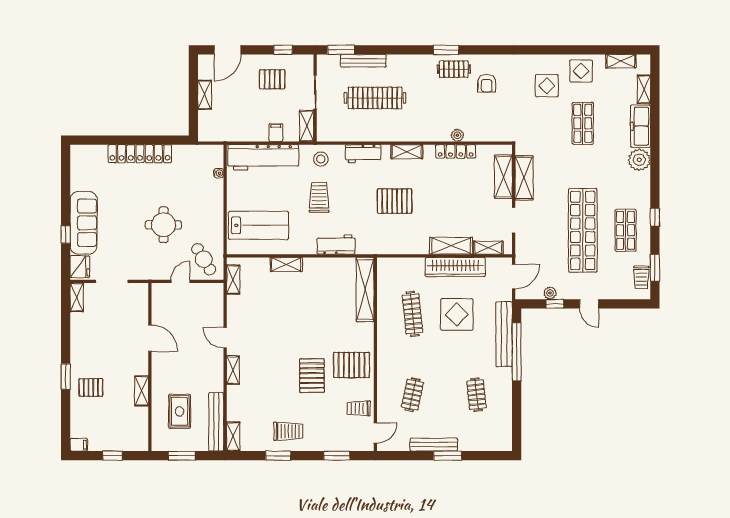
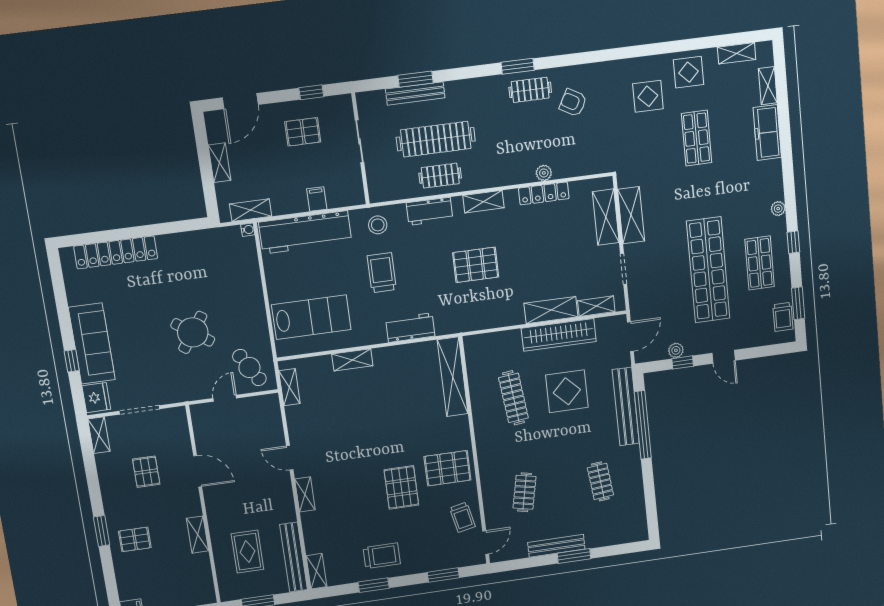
window: (341, 50) -> (415, 79), moved
armchair: (487, 83) -> (573, 103), turned 119
shelving: (307, 126) -> (251, 210), moved, turned 90
clothes rail: (375, 127) -> (440, 176), added
locker: (140, 154) -> (116, 252), moved
plant: (639, 160) -> (778, 209), moved, width x0.53, depth x0.53
water cooler: (219, 173) -> (248, 230), moved
round table: (163, 225) -> (193, 332), turned 35
pallet: (109, 333) -> (146, 472), added
trolley: (359, 408) -> (462, 517), turned -102

